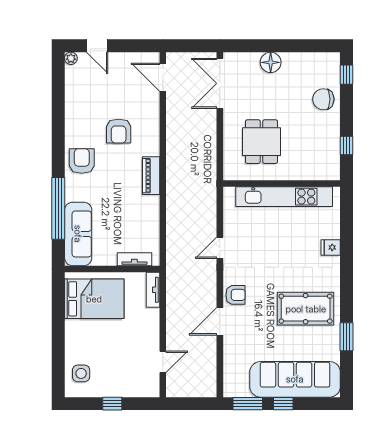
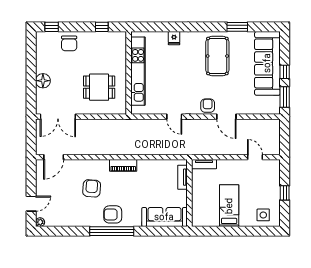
armchair: (119, 131) -> (92, 188), turned -86
window: (58, 208) -> (112, 231), moved
bed: (94, 299) -> (229, 206), moved, width x0.67

